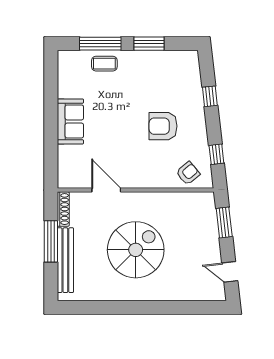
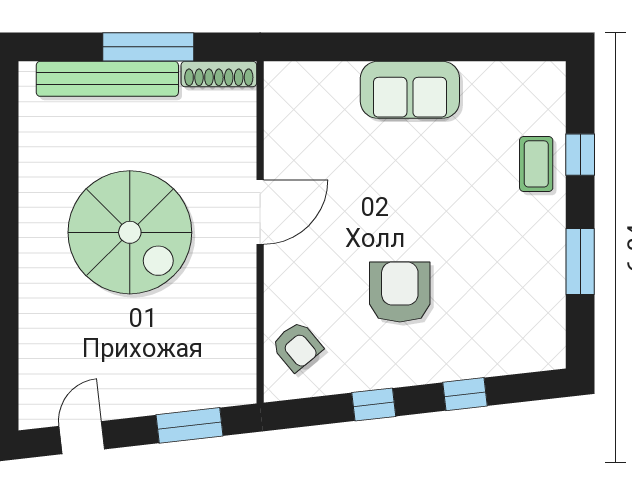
window: (100, 44) -> (580, 155), width x0.46
window: (216, 154) -> (374, 405), moved
door: (106, 190) -> (260, 212), moved

